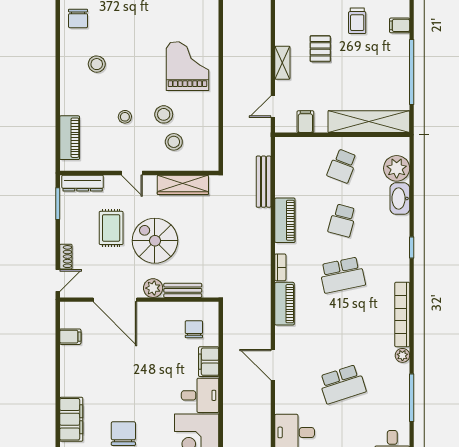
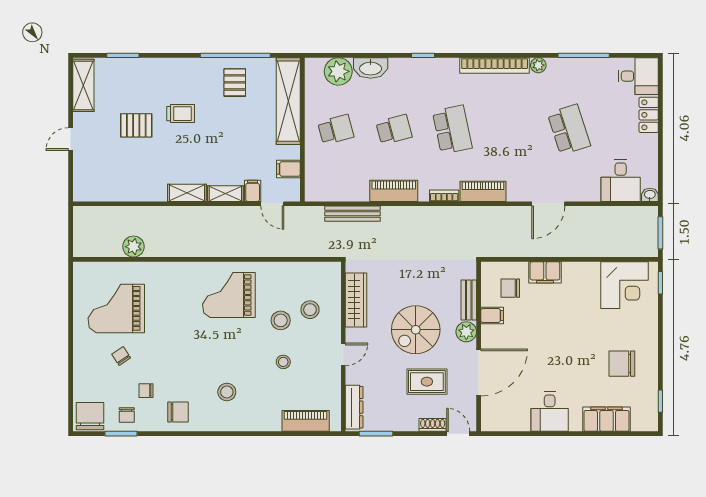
filing cabinet: (400, 25) -> (253, 191), moved, turned 180
shelving: (283, 27) -> (187, 193), added
pallet: (320, 49) -> (235, 82), moved, turned 90
school desk: (342, 166) -> (336, 130), turned -36
school desk: (342, 220) -> (394, 130), turned -30
rug: (111, 228) -> (427, 382), moved
filing cabinet: (70, 337) -> (492, 315), moved, turned 90
desk: (200, 395) -> (550, 412), moved, turned 180

